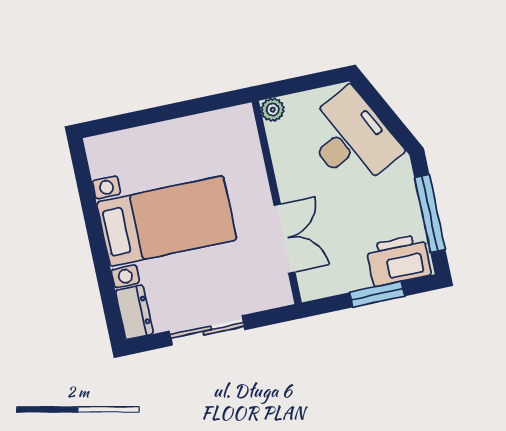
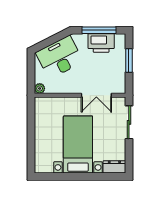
double door: (284, 239) -> (96, 95), swing flipped
printer: (399, 260) -> (101, 43), moved, turned -90
sliding door: (207, 330) -> (129, 122), moved

